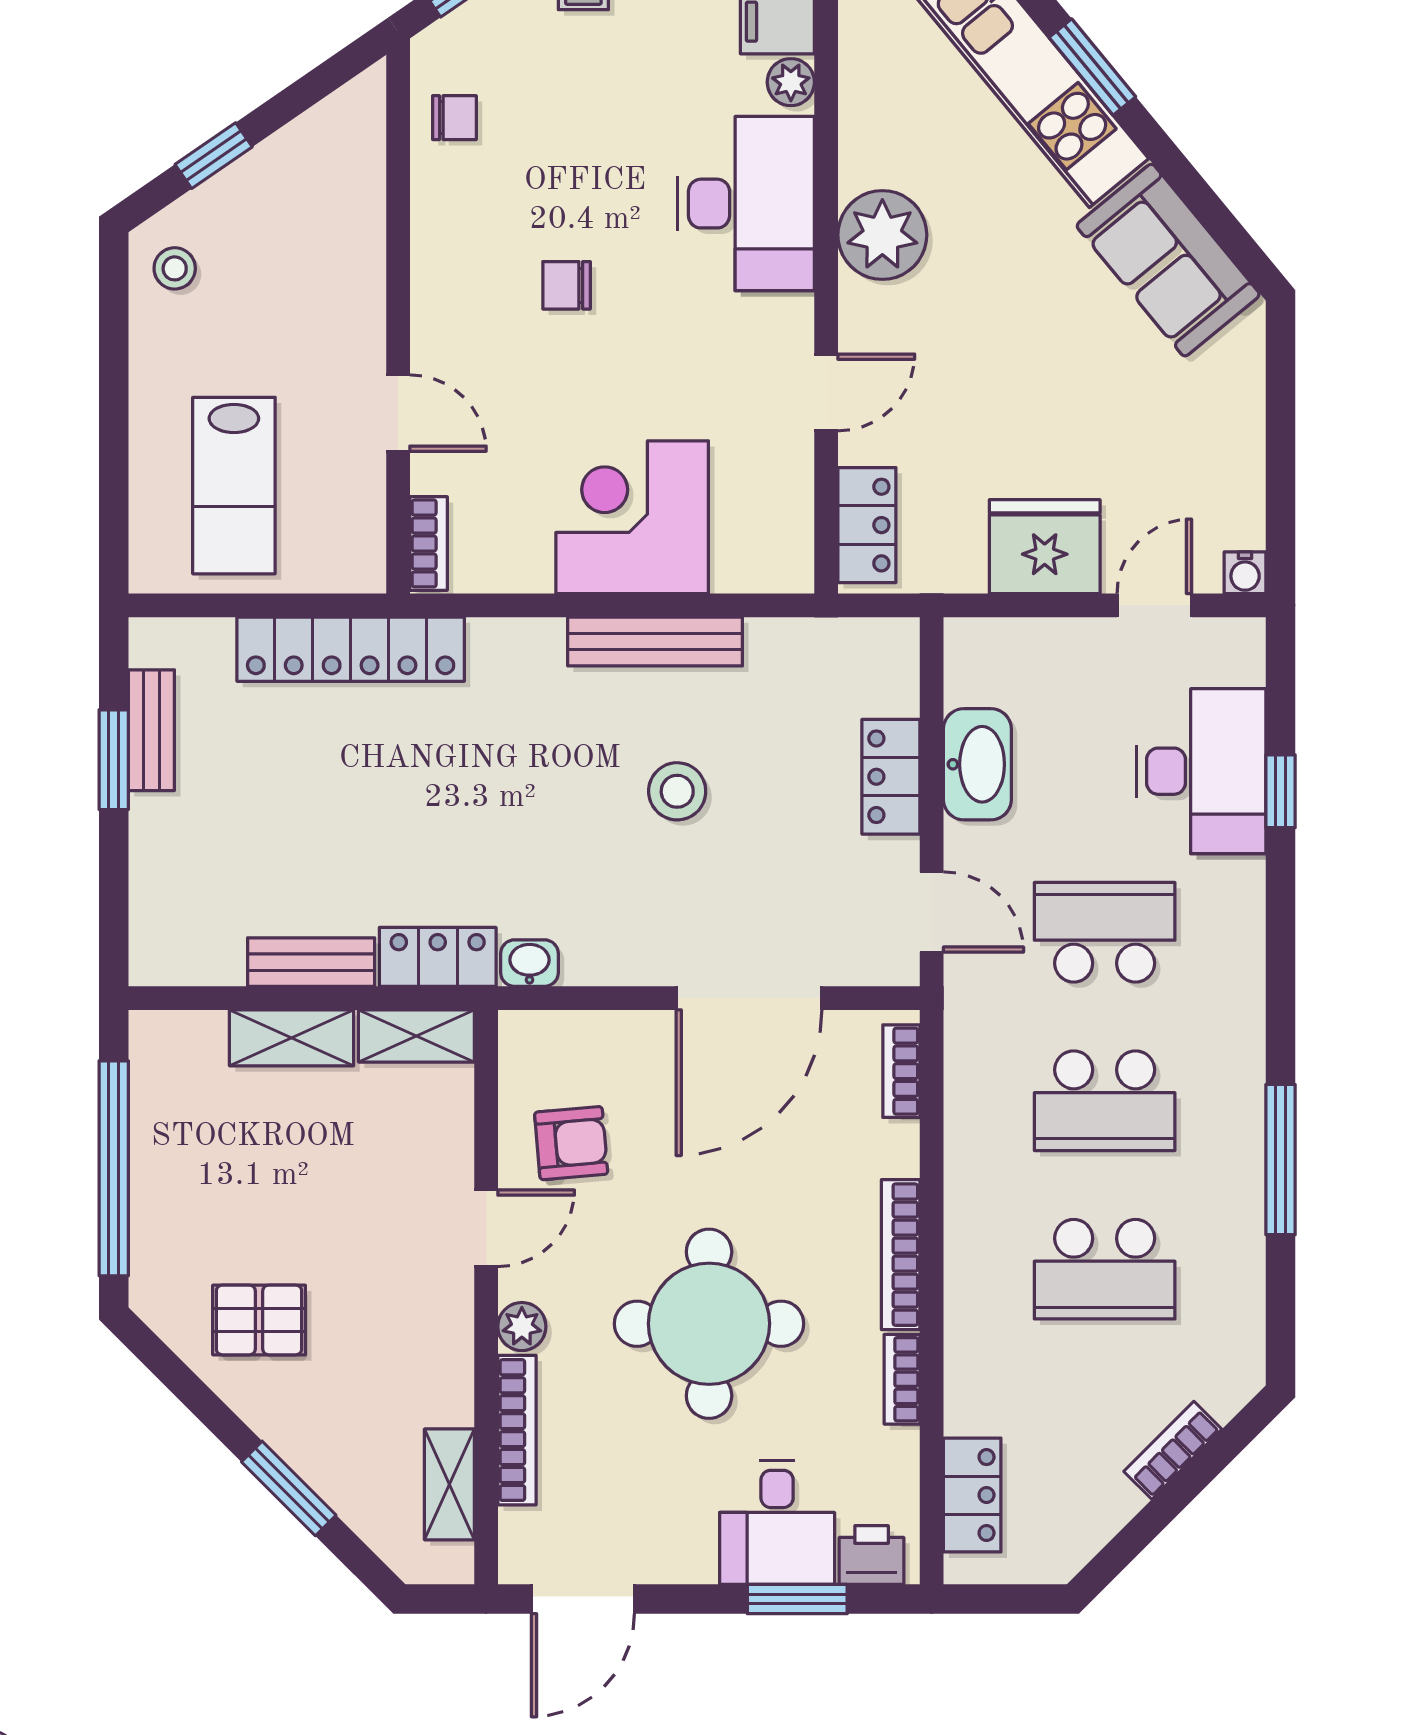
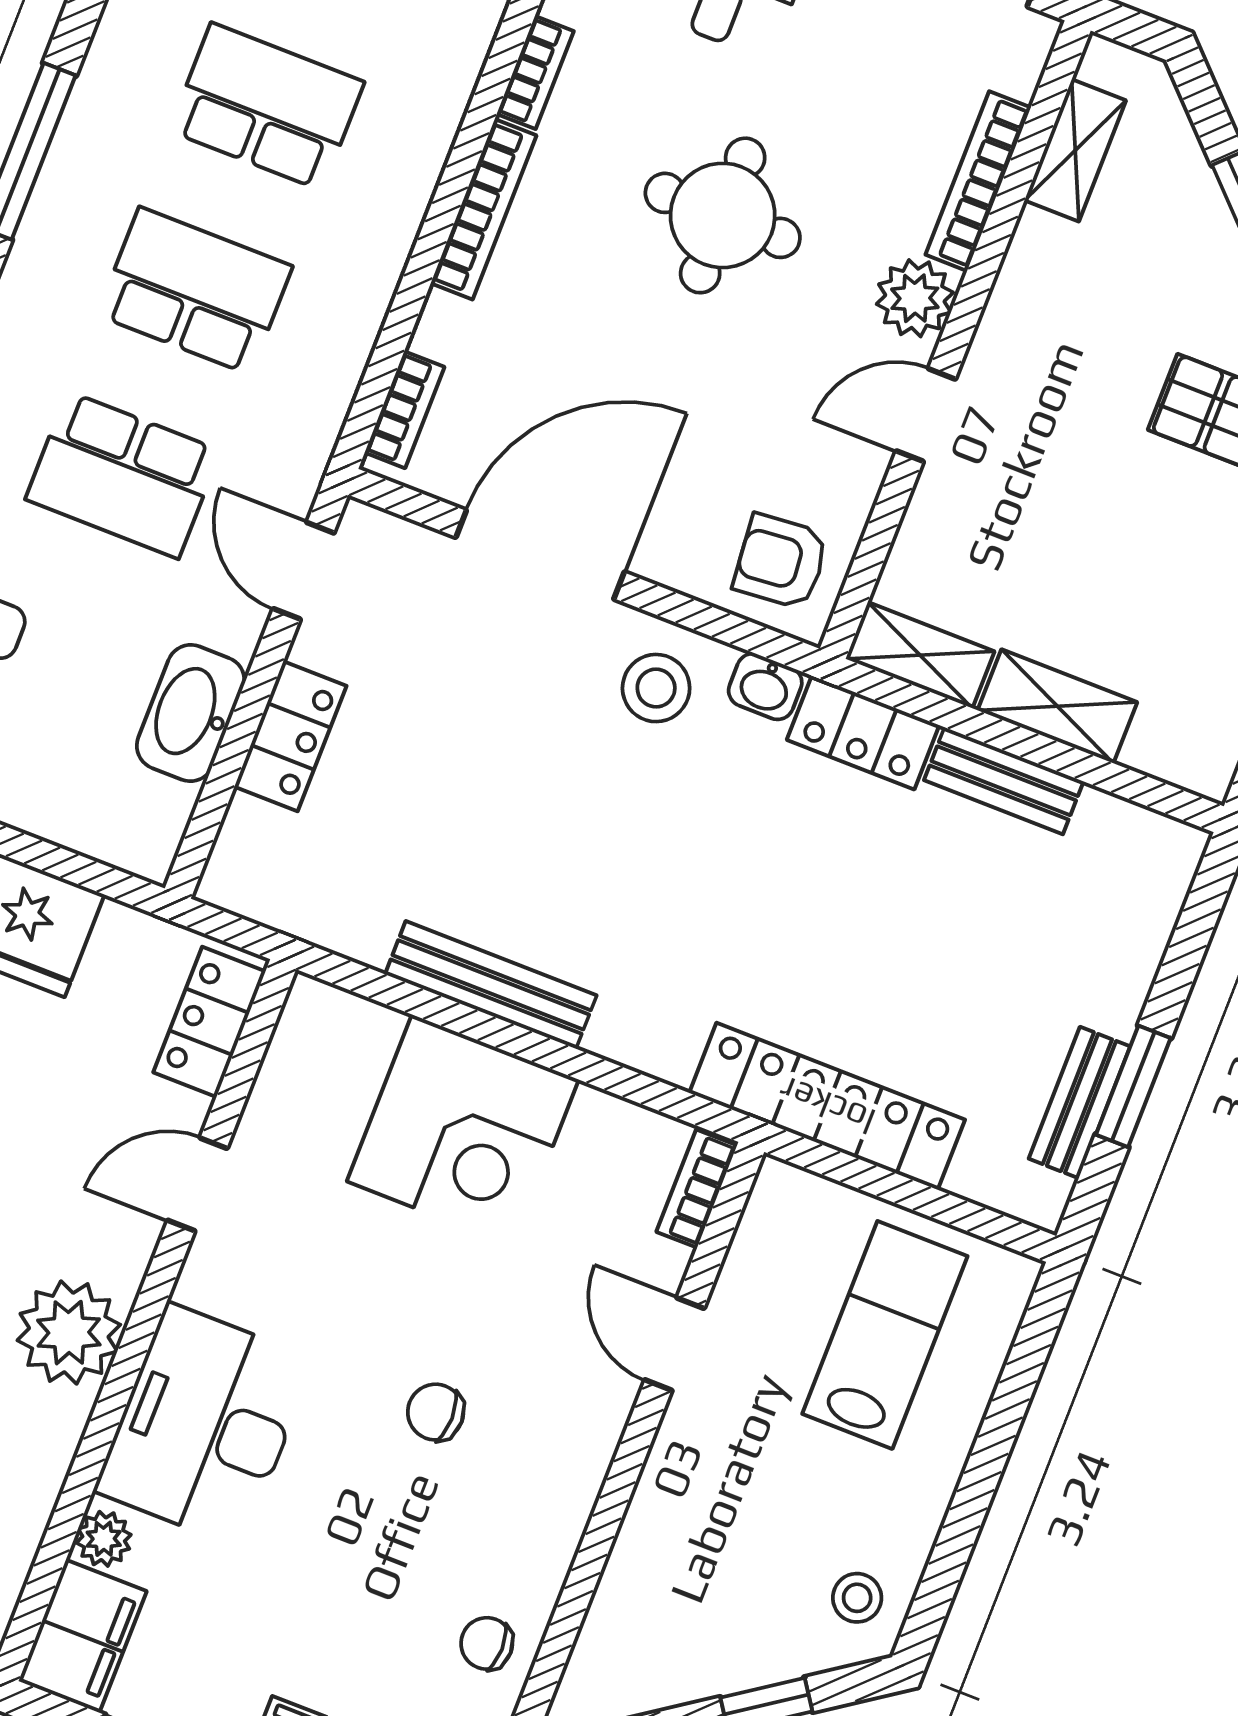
chair: (567, 285) -> (436, 1412), turned 180
stool: (677, 791) -> (656, 688), moved
armchair: (571, 1143) -> (781, 562), moved
round table: (709, 1324) -> (723, 215), width x0.73, depth x0.73
plant: (522, 1327) -> (915, 298), width x1.38, depth x1.38

